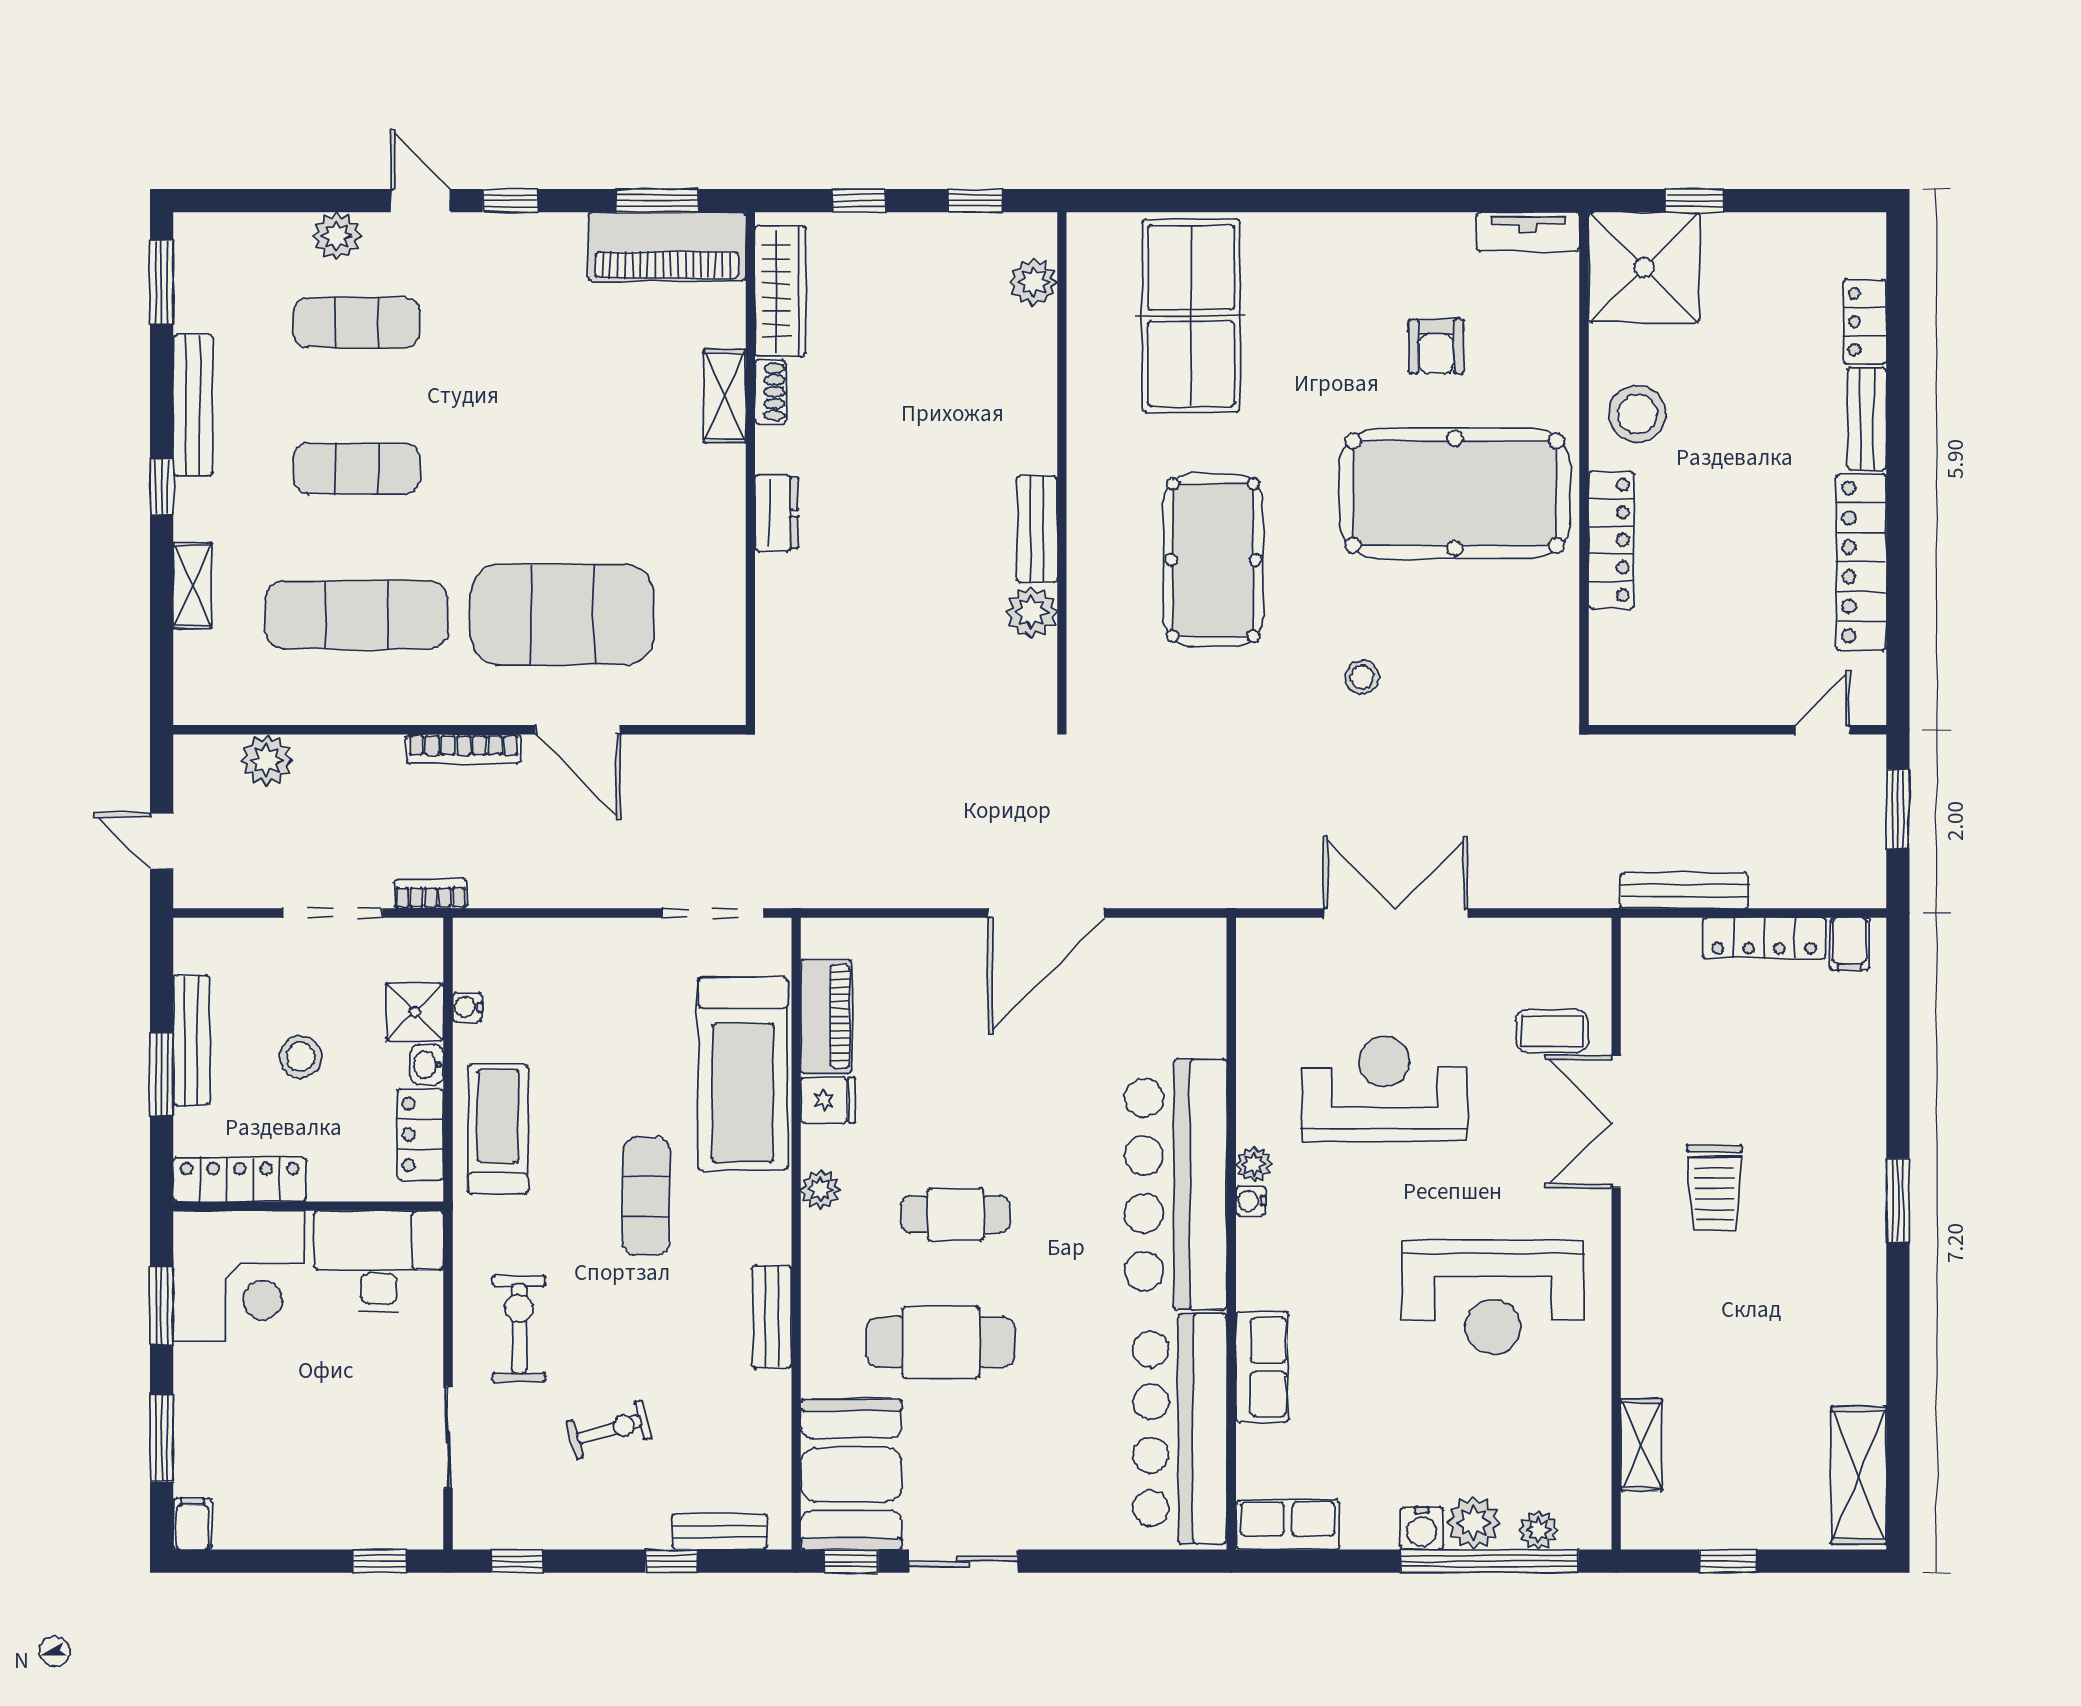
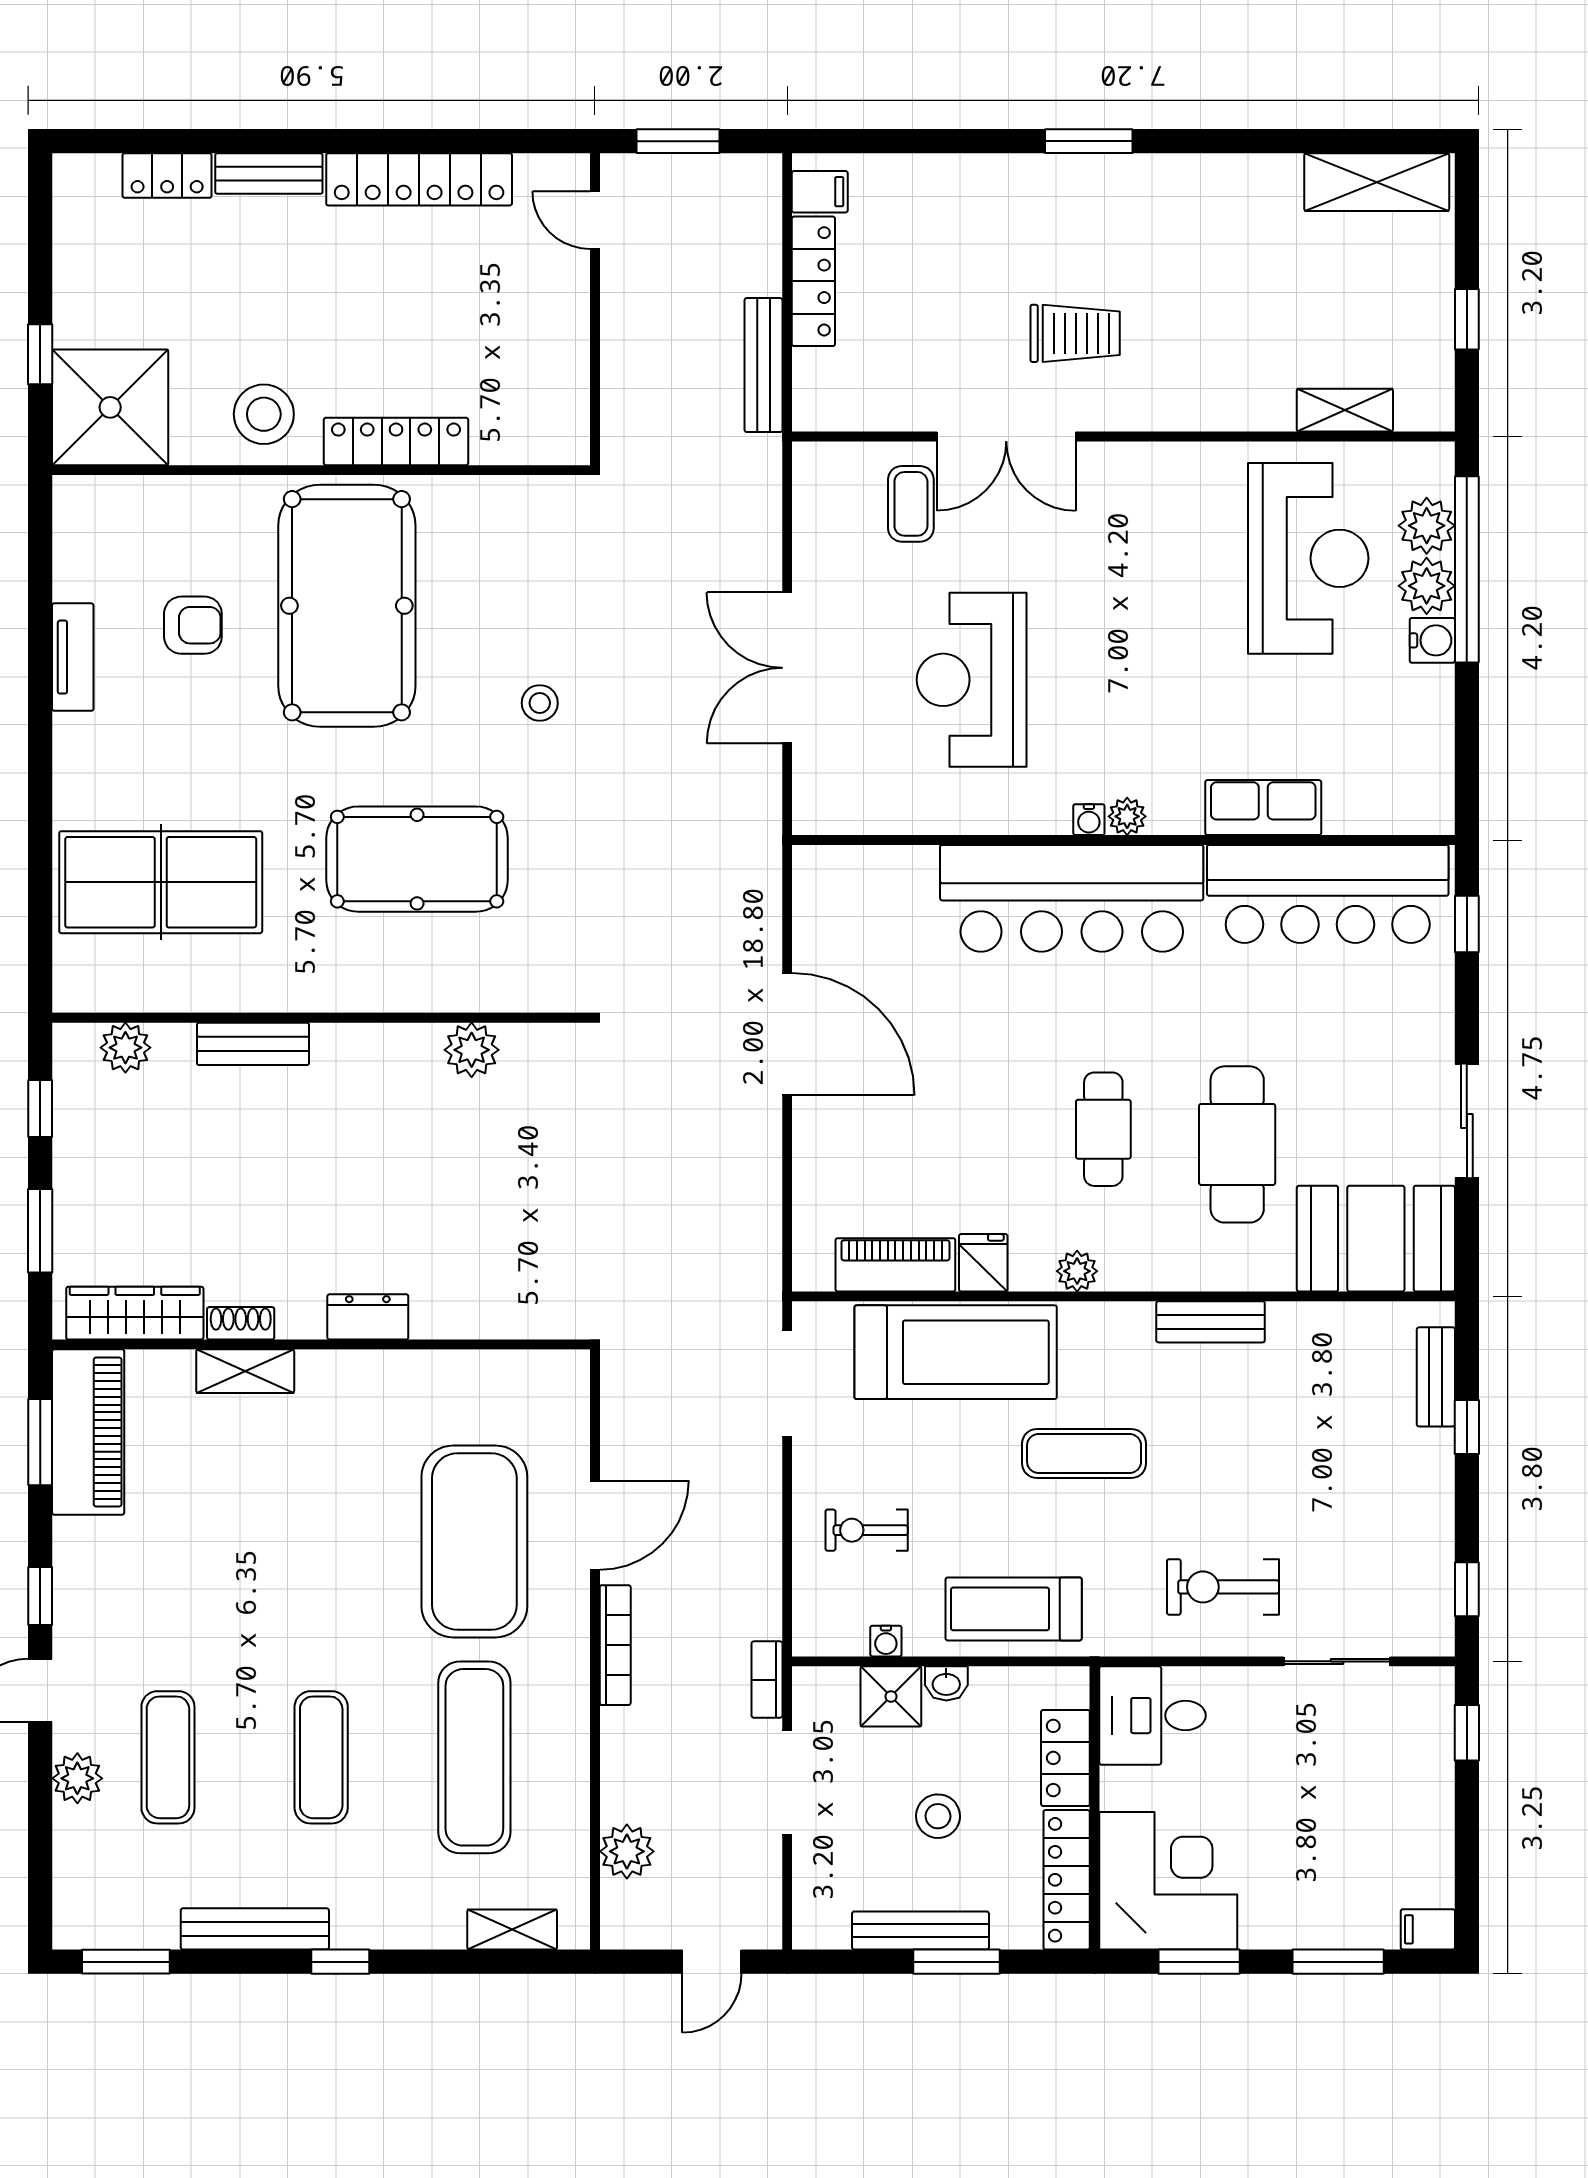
window: (859, 201) -> (40, 1231), width x1.50
tv unit: (1528, 232) -> (73, 657), moved
bench: (1037, 529) -> (253, 1044), moved
shelving: (192, 586) -> (512, 1929), moved
locker: (420, 1135) -> (1065, 1758), moved, turned 90
plant: (1254, 1164) -> (1127, 816), moved
desk: (379, 1261) -> (1153, 1716), width x0.73
reception desk: (1493, 1297) -> (1308, 558), moved
exercise bike: (609, 1430) -> (867, 1530), moved, turned -74
row of seats: (1288, 1525) -> (1429, 781), removed
plant: (1538, 1530) -> (1427, 526), width x1.38, depth x1.38
window: (851, 1561) -> (1467, 924), moved

